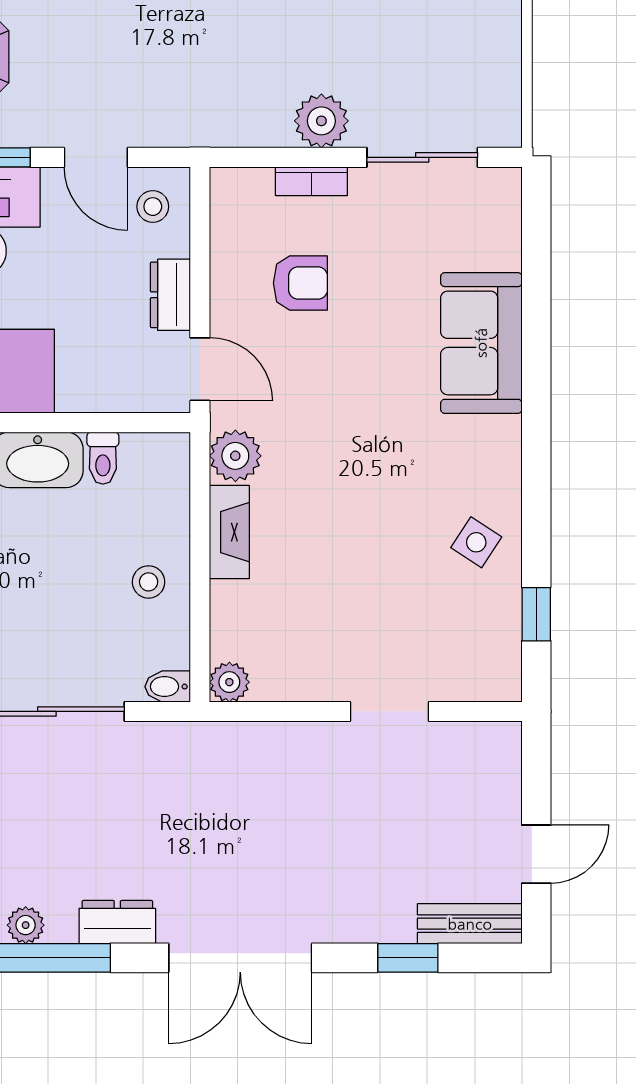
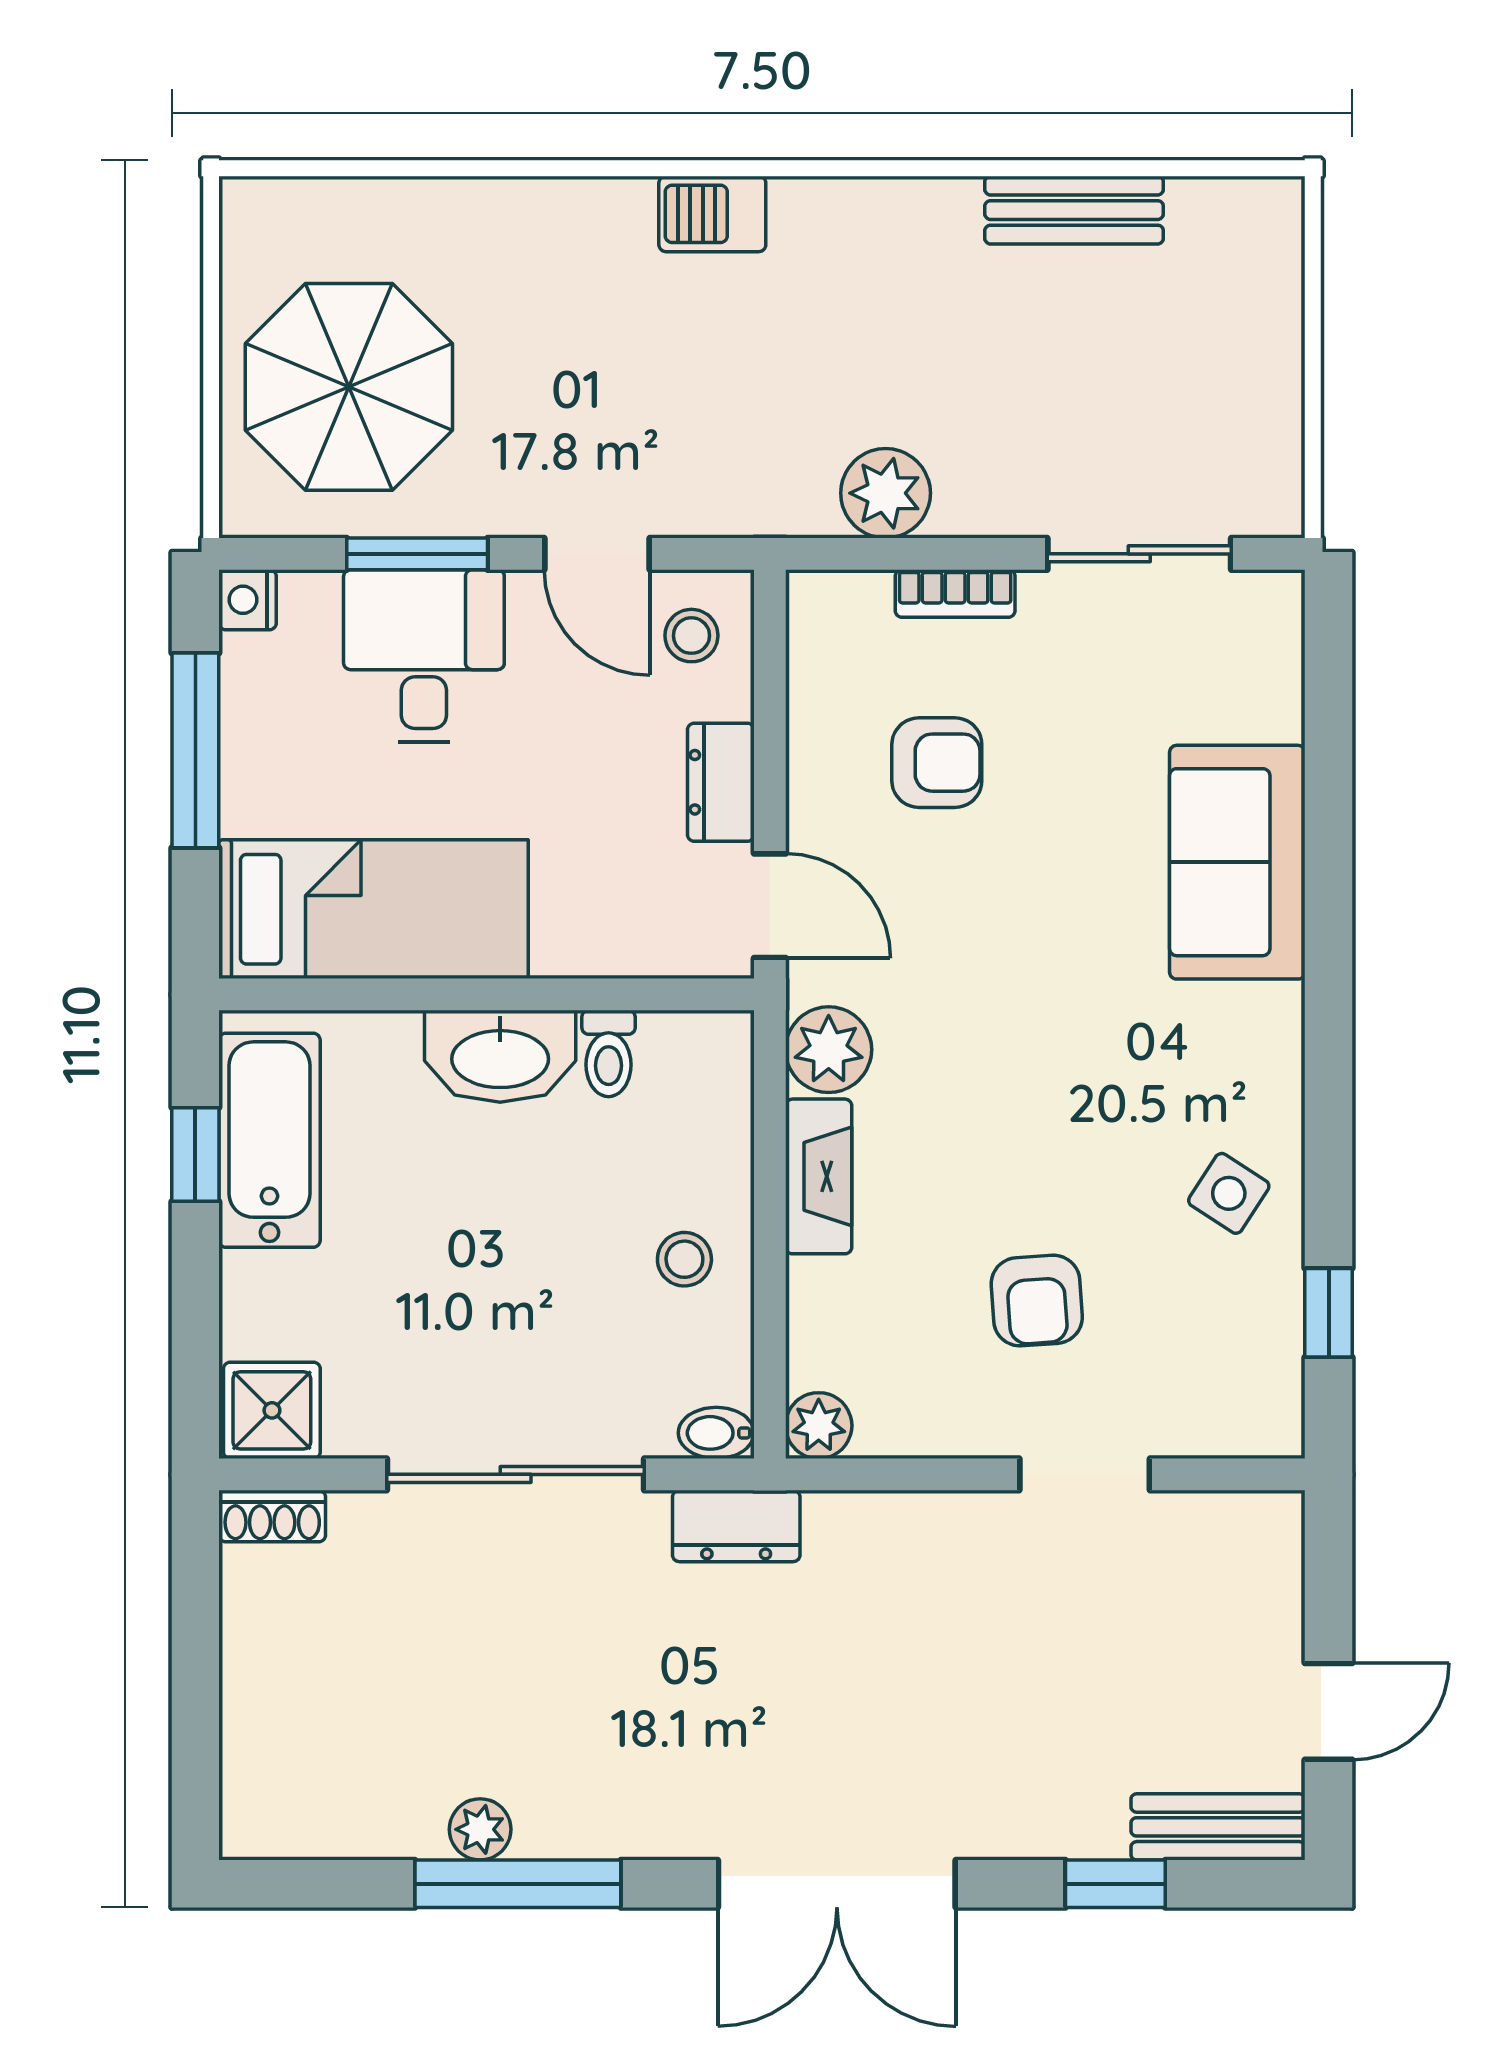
plant: (321, 121) -> (886, 493), moved
armchair: (361, 607) -> (1037, 1301), added
dresser: (117, 922) -> (736, 1526), moved, turned 180

